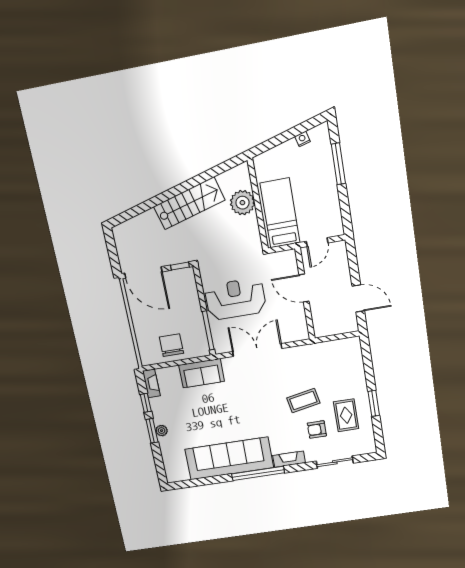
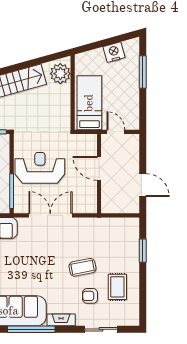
nightstand: (302, 139) -> (114, 52), width x1.89, depth x1.79
plant: (242, 203) -> (60, 74), moved
door: (317, 242) -> (116, 132), swing flipped
window: (374, 403) -> (143, 251), moved

